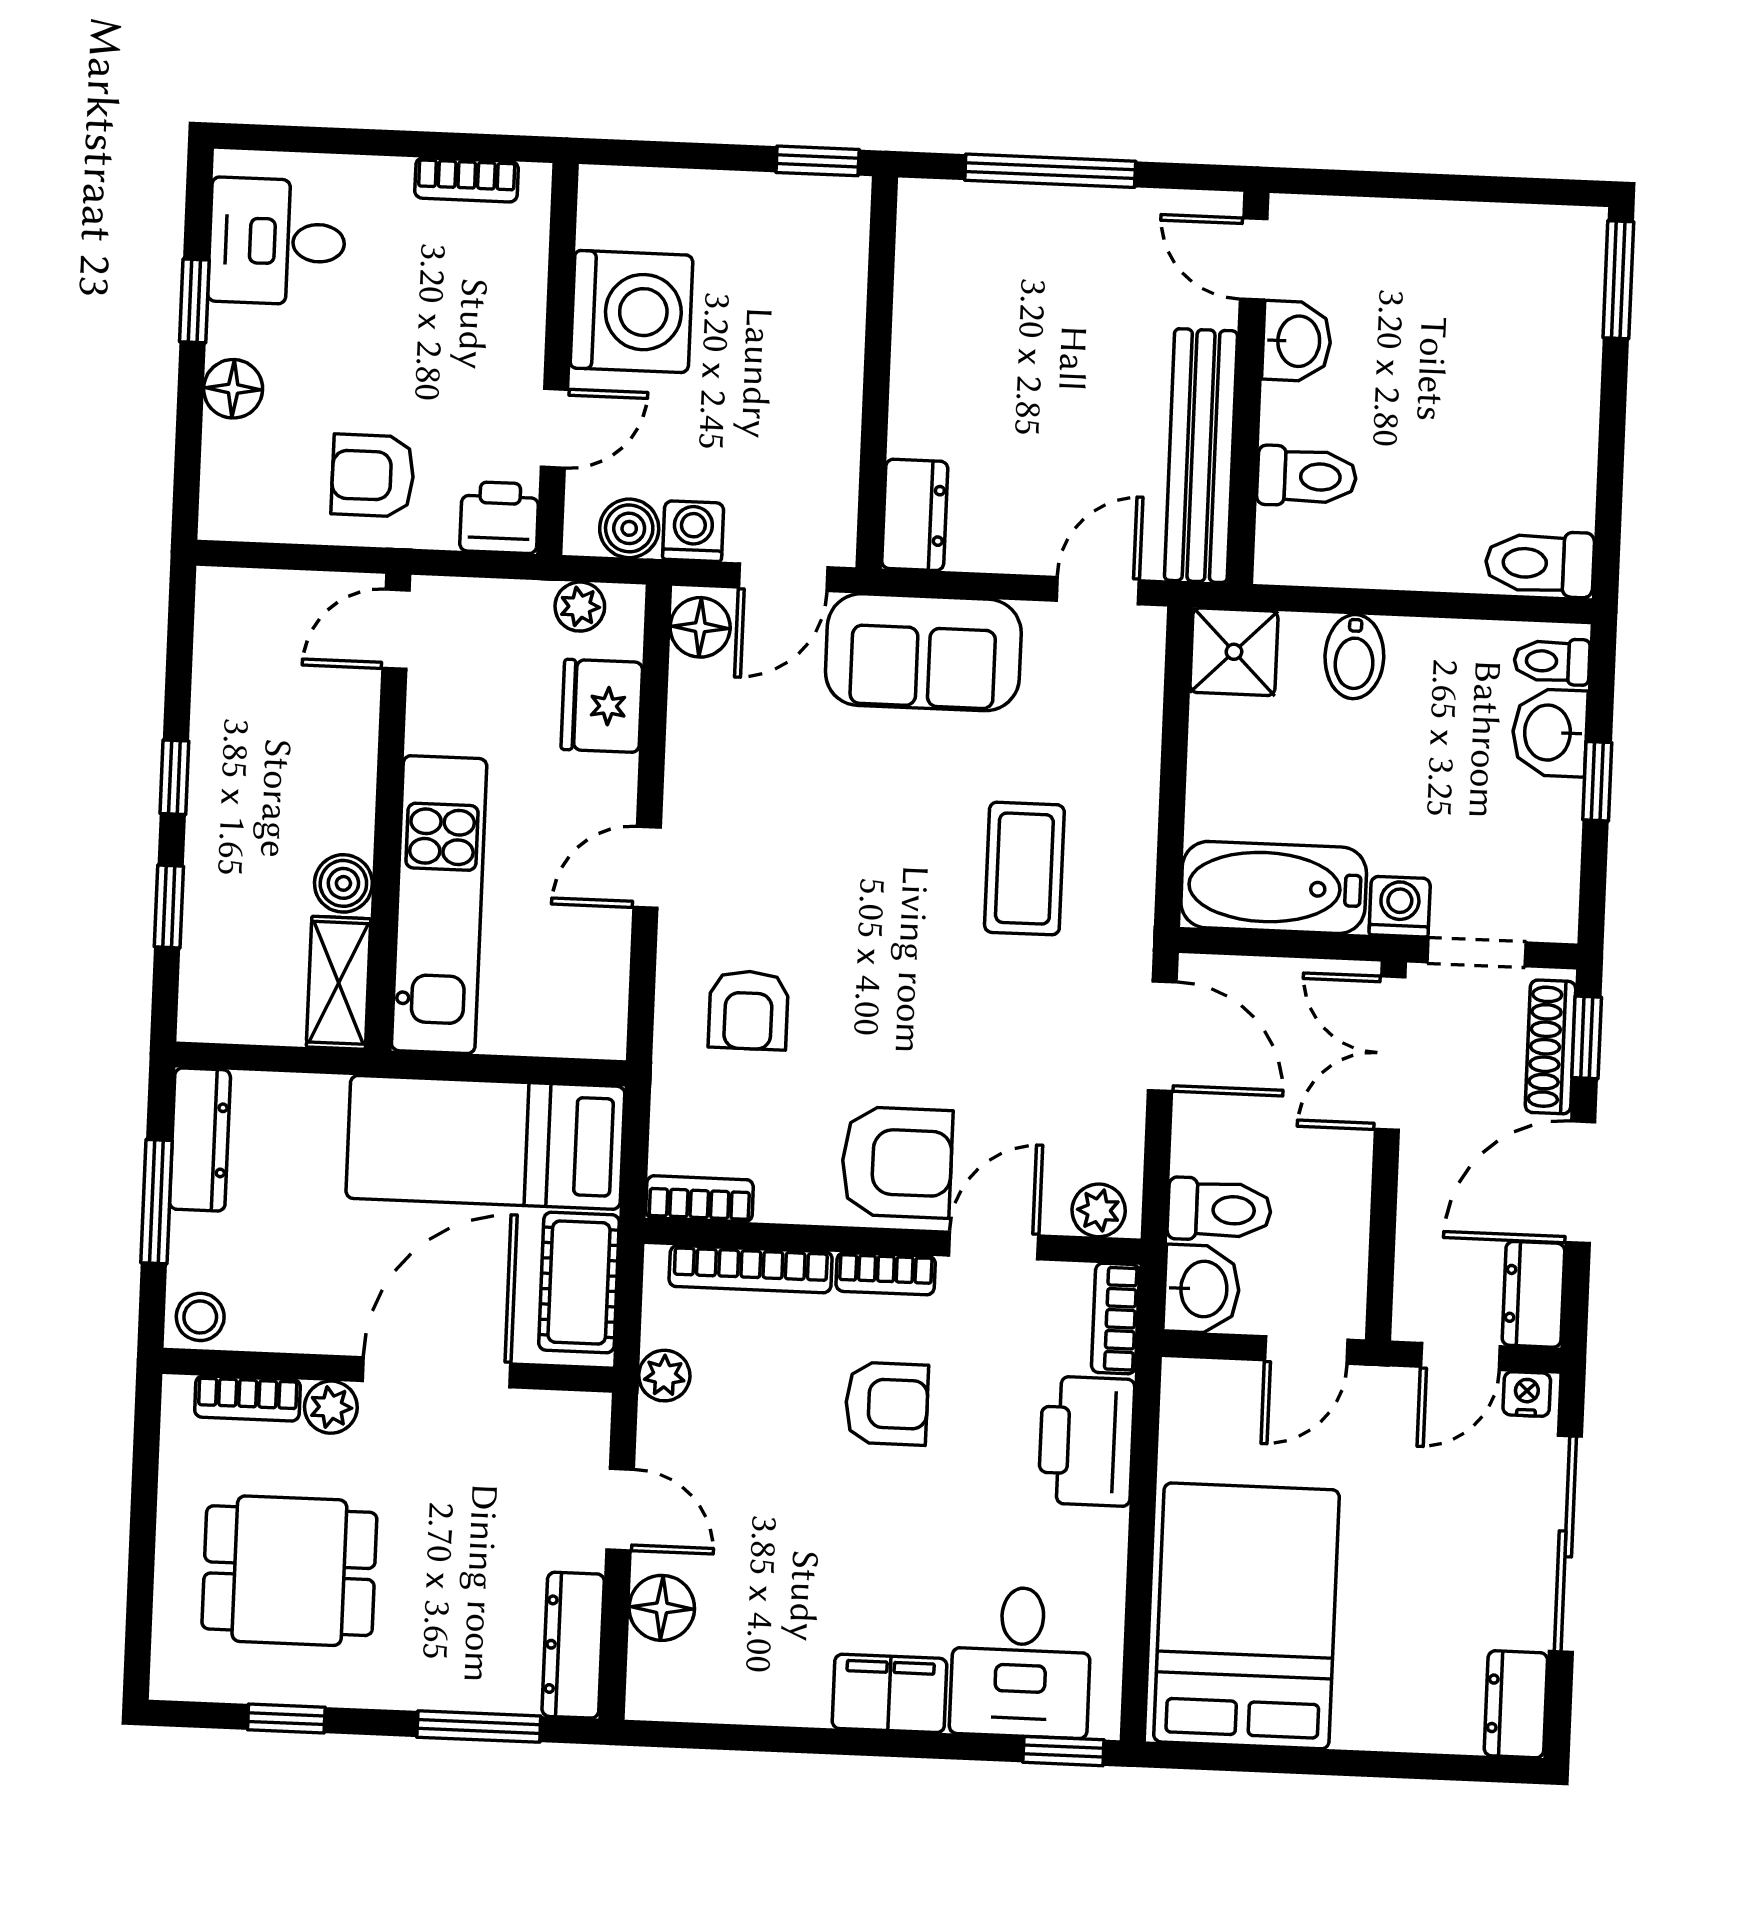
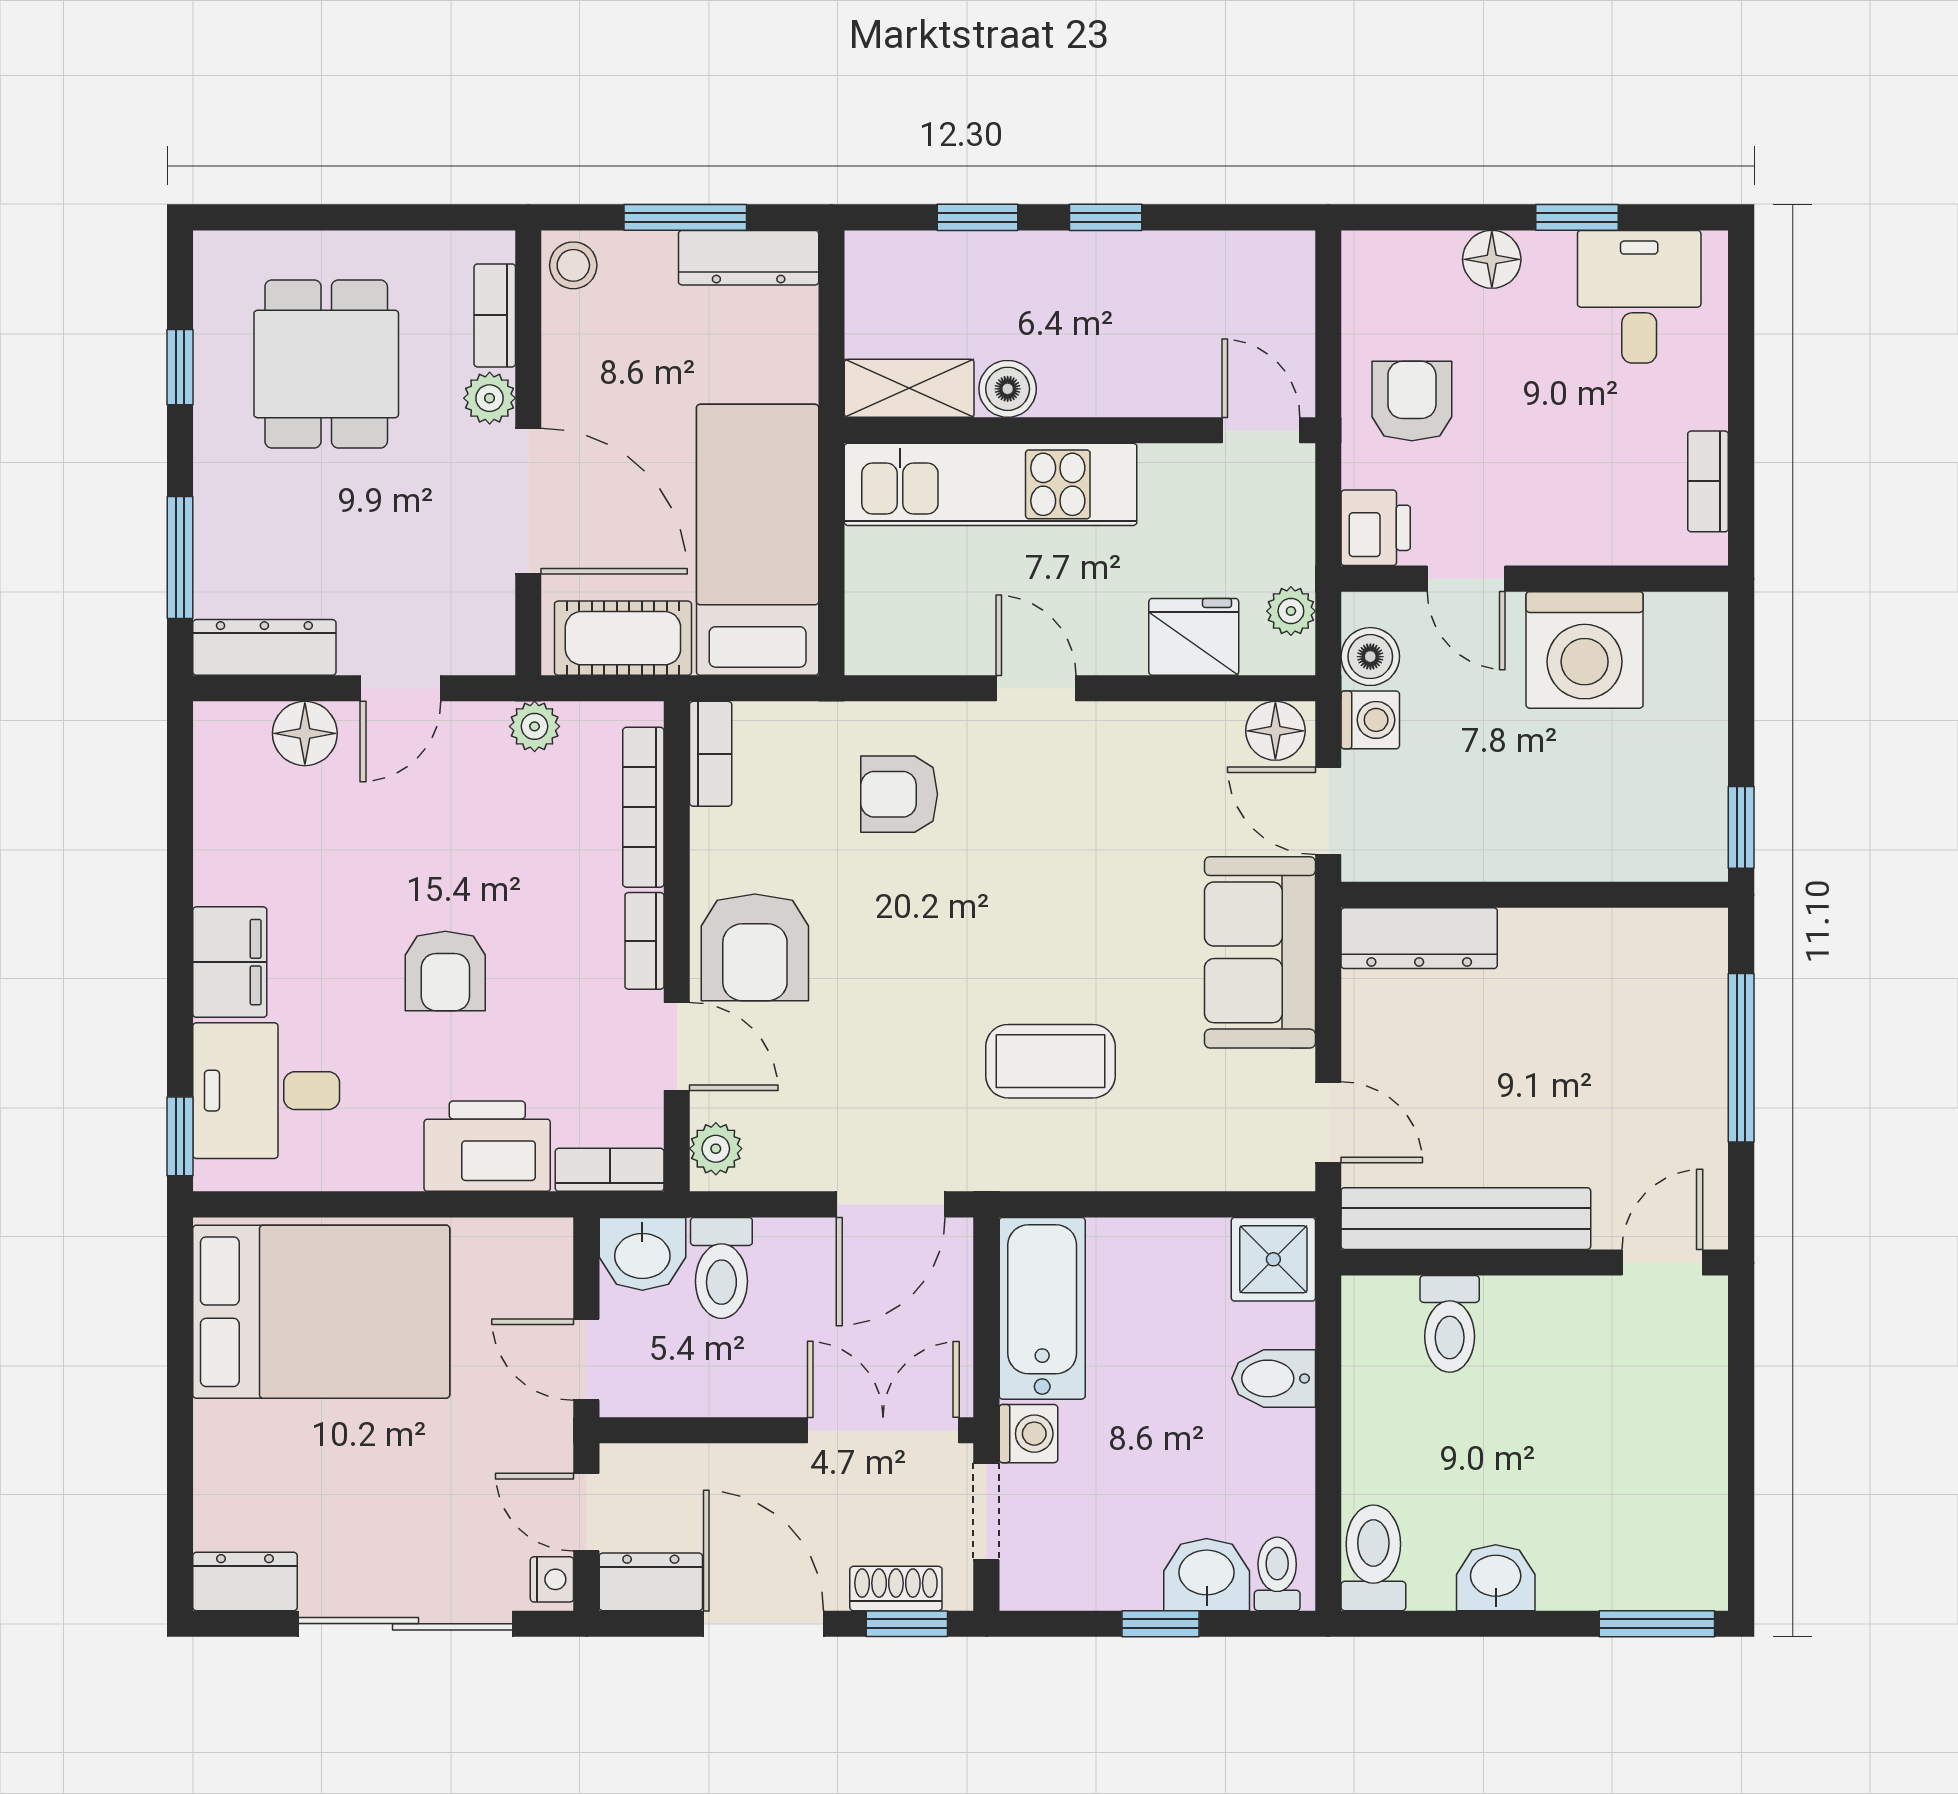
washbasin: (1297, 341) -> (1496, 1578), moved, turned 180
dresser: (915, 515) -> (1419, 938), width x1.44
shoe rack: (1551, 1047) -> (896, 1588), width x0.70
armchair: (887, 1404) -> (445, 971), moved

